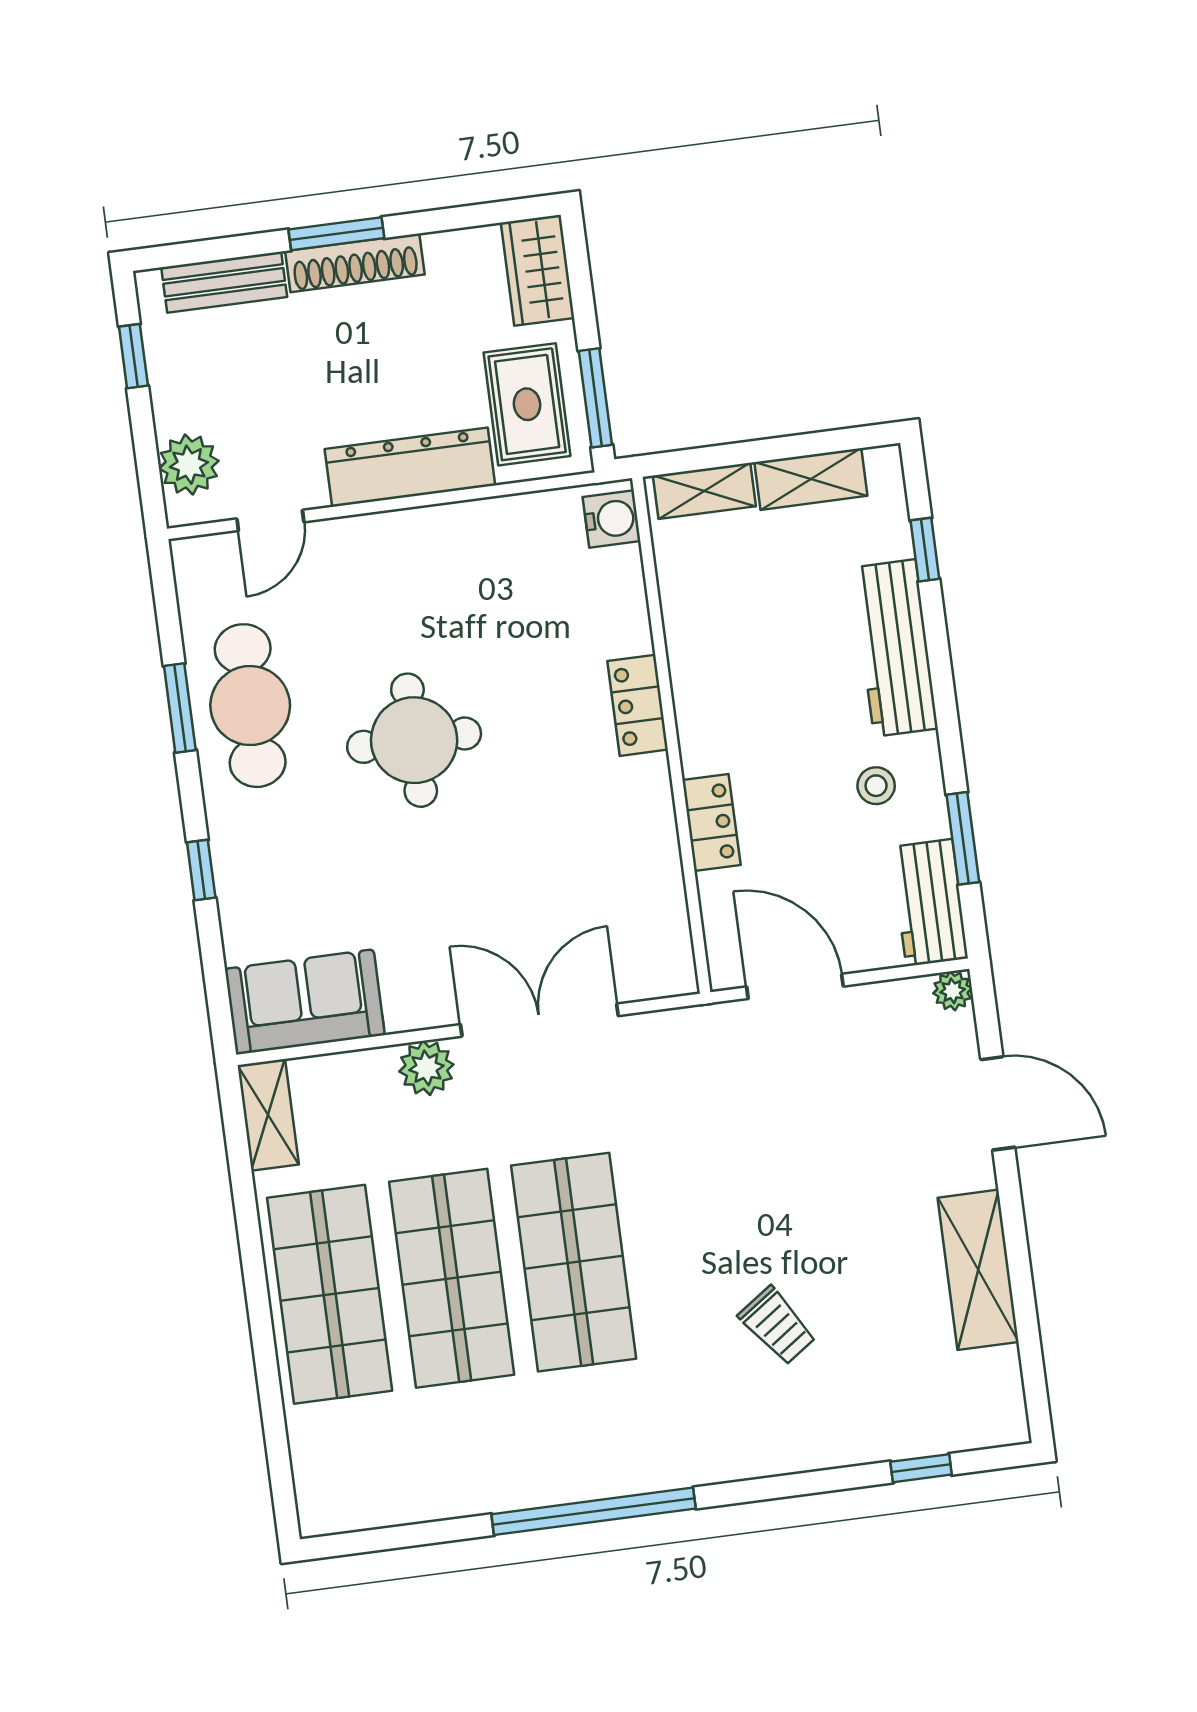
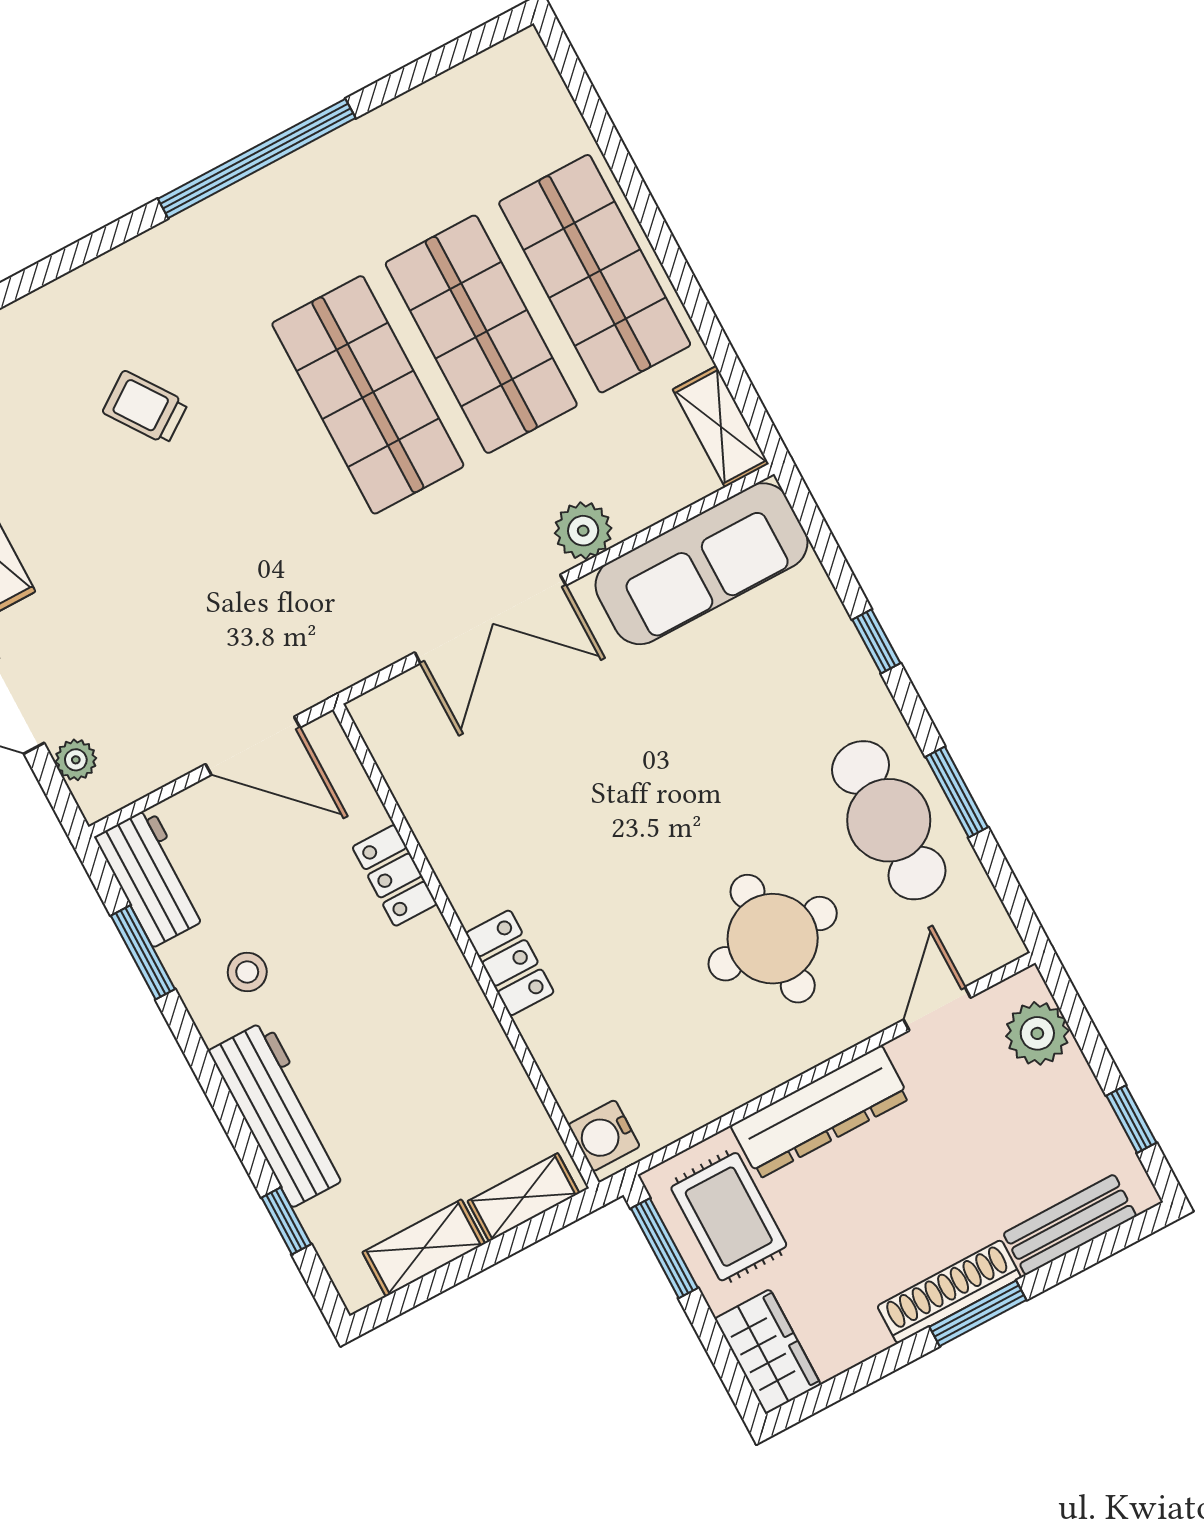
round table: (414, 740) -> (773, 939), moved
plant: (953, 991) -> (76, 760), moved
sofa: (305, 1002) -> (702, 564), width x1.36

